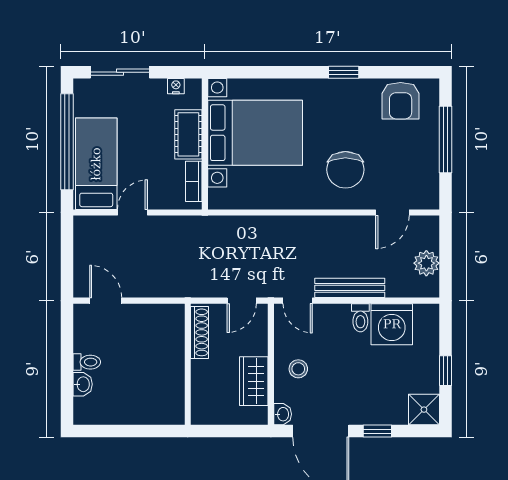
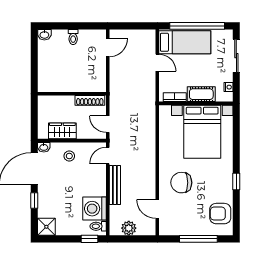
toilet: (360, 318) -> (98, 226), moved
window: (445, 371) -> (89, 239), moved
washbasin: (83, 384) -> (44, 35), moved

